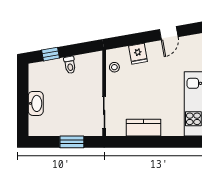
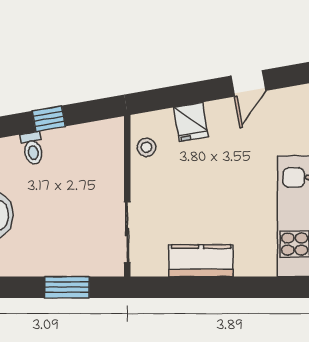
window: (50, 54) -> (49, 119), moved
toilet: (70, 65) -> (33, 148), moved

